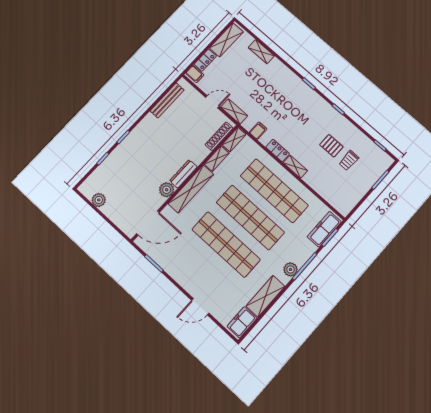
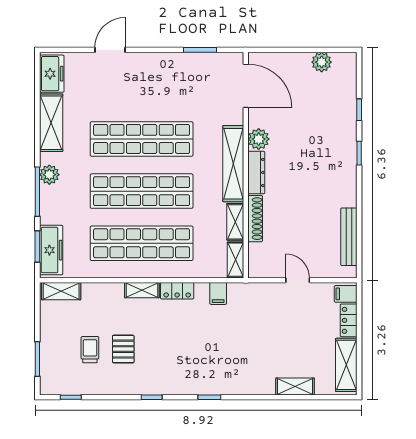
door: (212, 102) -> (298, 280), swing flipped
shelving: (234, 111) -> (61, 291), moved
shoe rack: (219, 136) -> (255, 219), moved
pallet: (331, 146) -> (123, 349), turned 90
door: (148, 223) -> (246, 86), swing flipped

